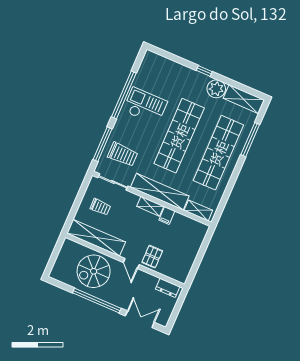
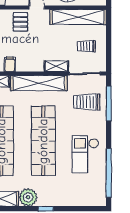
window: (124, 95) -> (109, 173), moved
checkout: (145, 106) -> (85, 154), turned 90
shelving: (150, 206) -> (56, 66), moved
filing cabinet: (167, 216) -> (10, 64), moved

